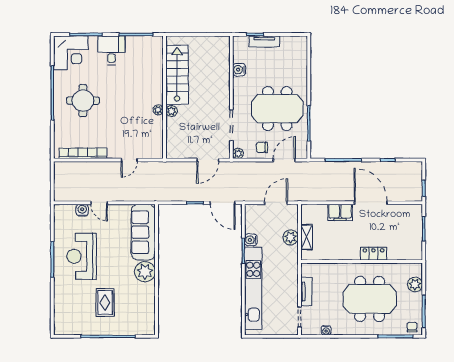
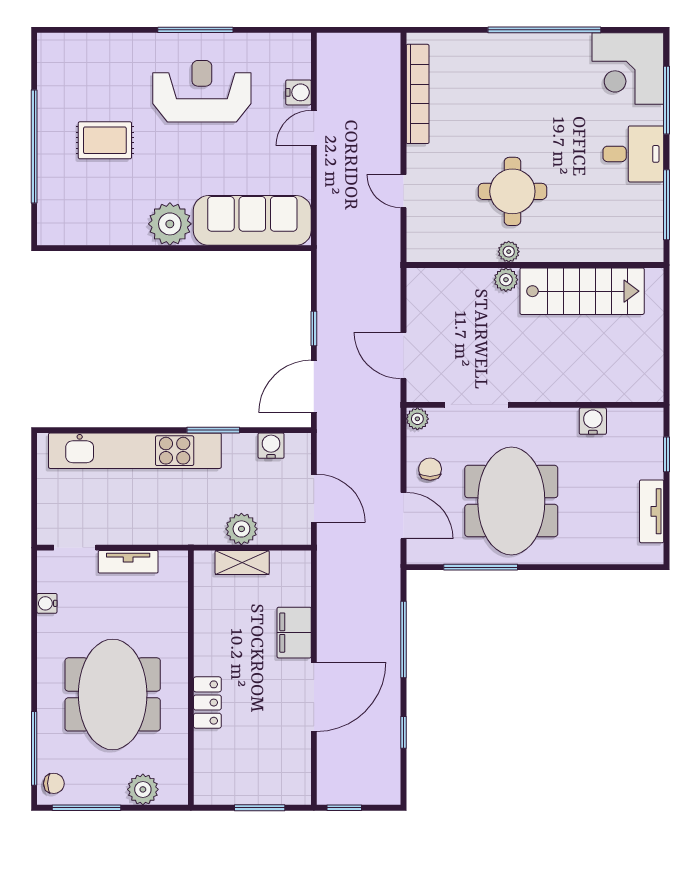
tv unit: (264, 42) -> (652, 511), moved
round table: (83, 101) -> (512, 191), moved
water cooler: (251, 240) -> (271, 446), moved

